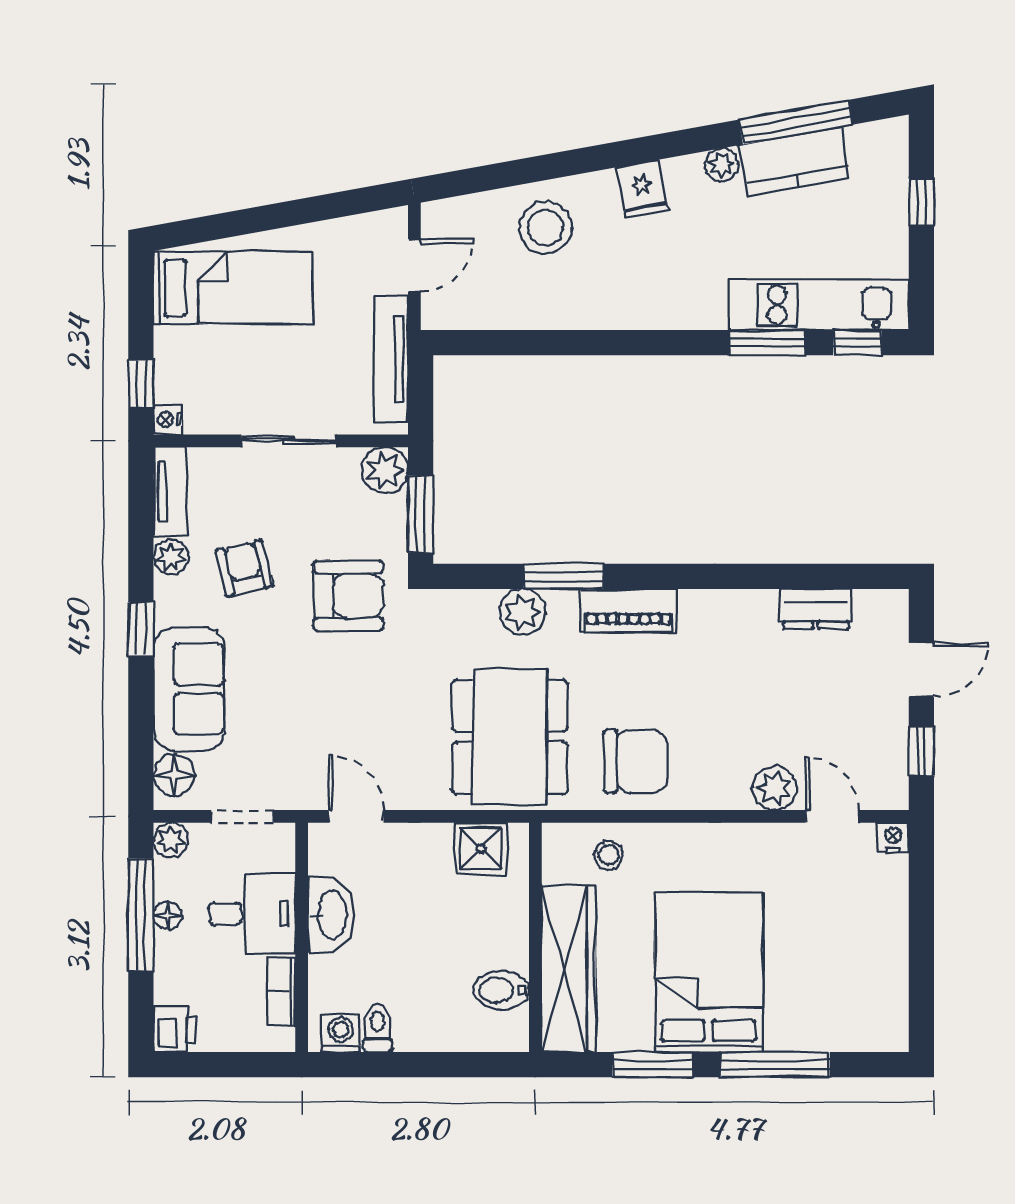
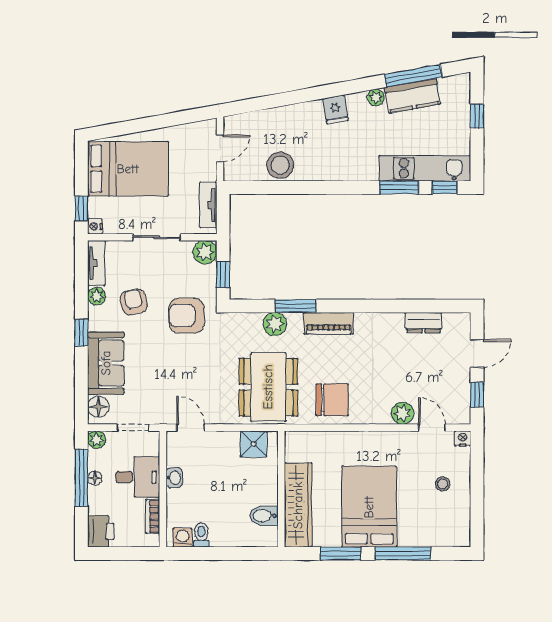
stool: (545, 227) -> (280, 165), moved
bed: (233, 288) -> (128, 169), width x1.50
tv unit: (391, 359) -> (208, 205), width x0.71
window: (421, 514) -> (223, 275), width x0.67
armchair: (348, 596) -> (186, 316), turned 180
stool: (608, 855) -> (443, 484), moved
washbasin: (331, 915) -> (174, 478), width x0.52, depth x0.69
printer: (174, 1029) -> (101, 531), width x1.36, depth x1.24

